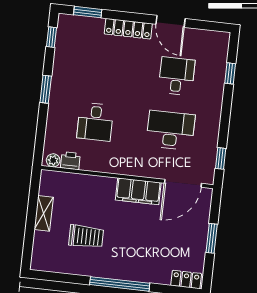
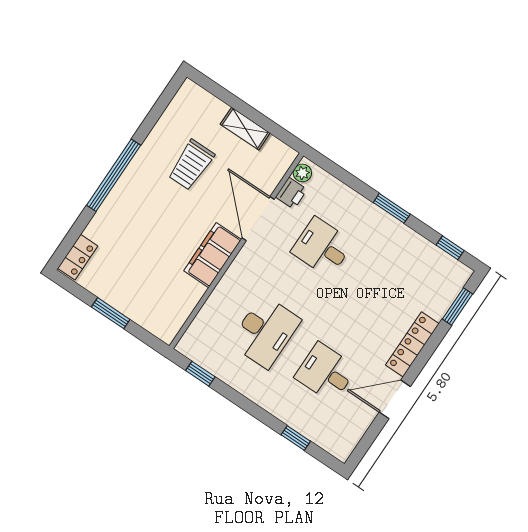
desk: (177, 76) -> (326, 372), turned 180
door: (183, 183) -> (258, 219), moved

